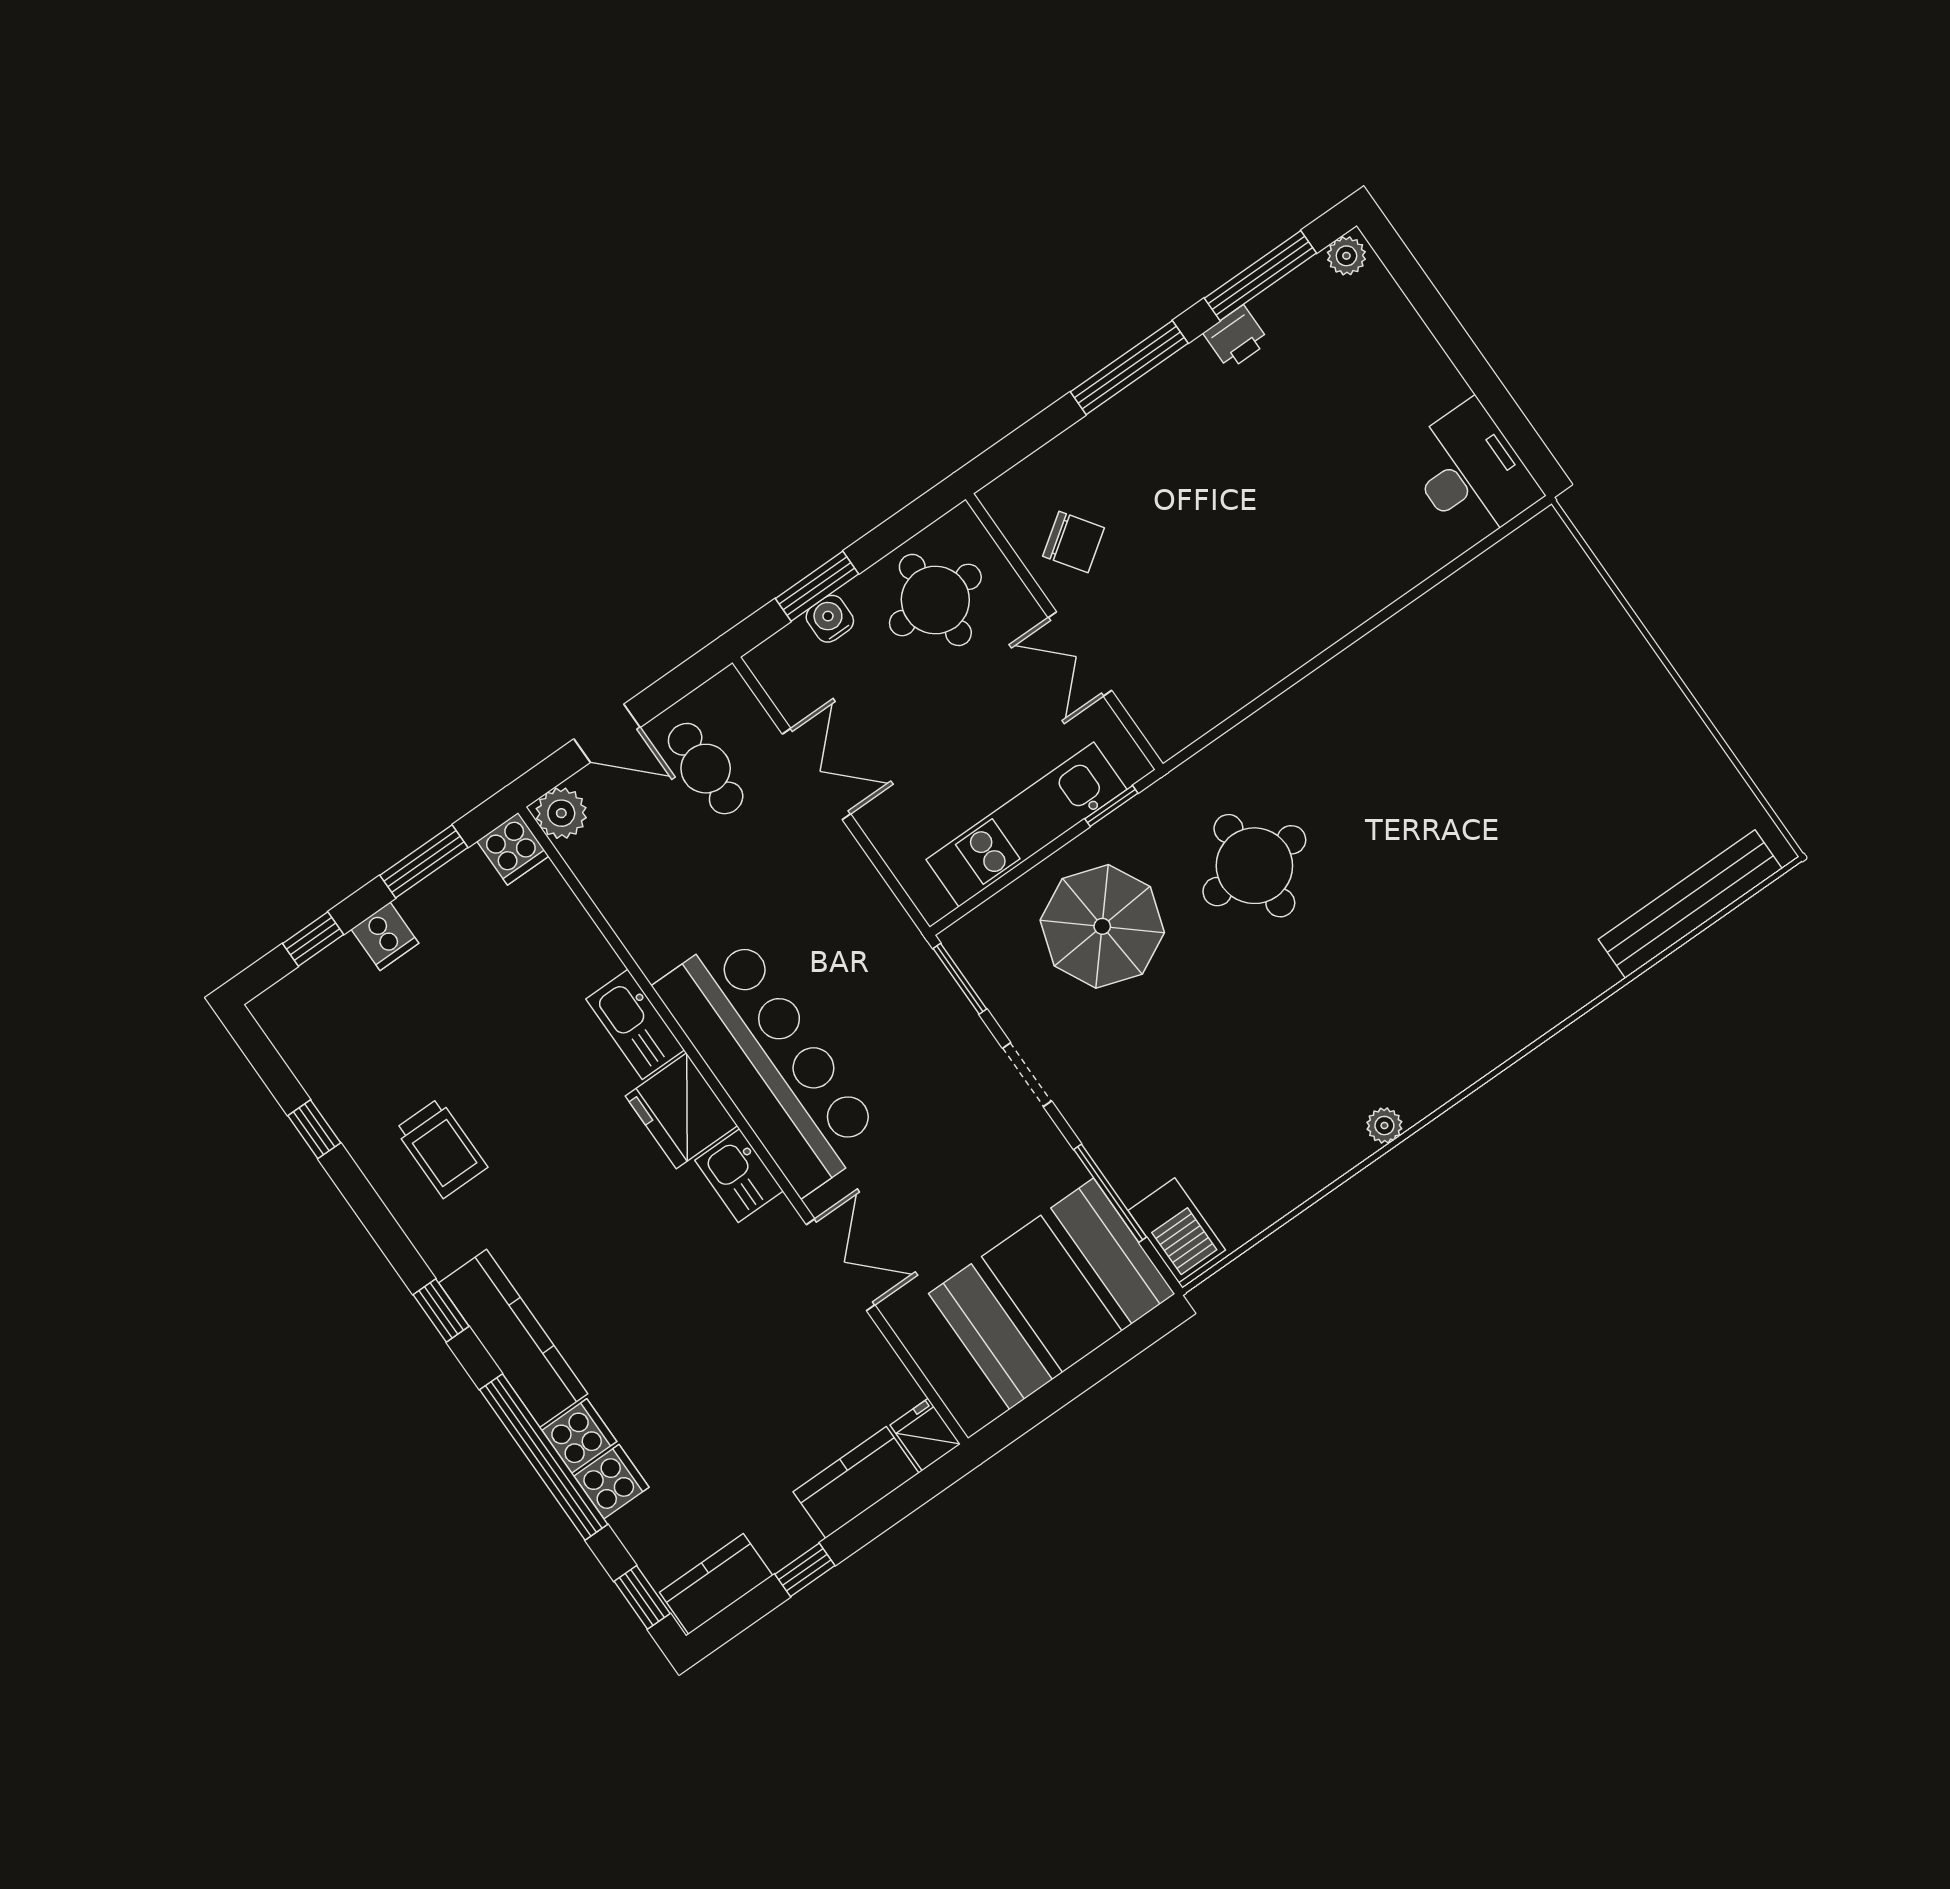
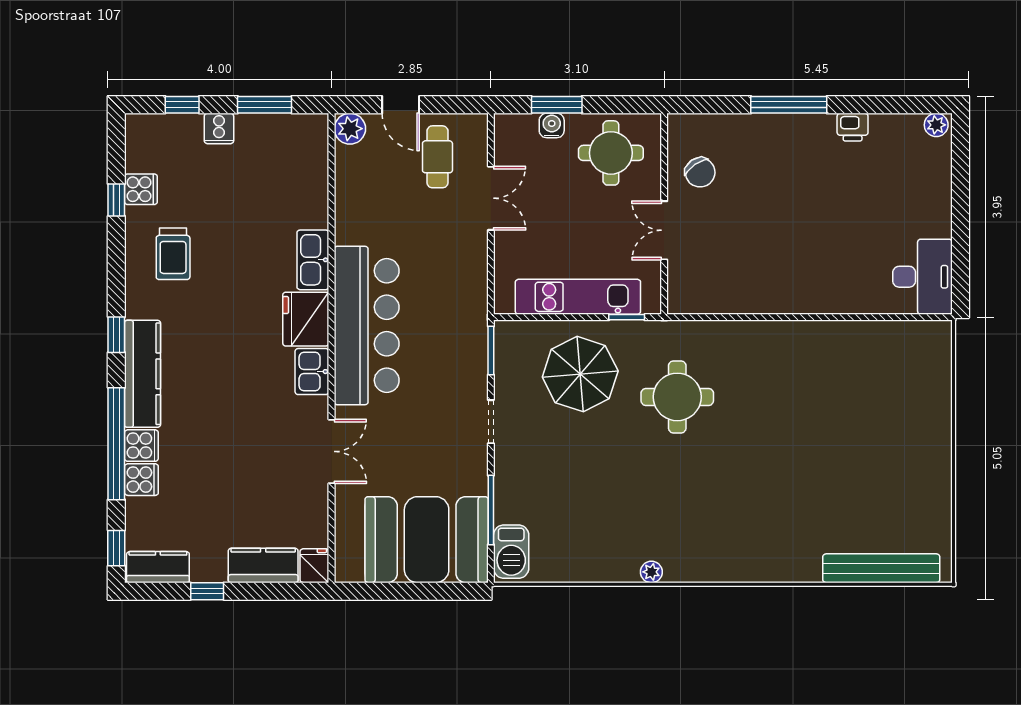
window: (1260, 276) -> (886, 105), removed
cooker: (513, 849) -> (141, 189), moved, turned -90

